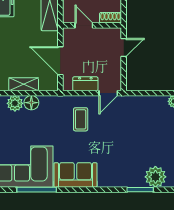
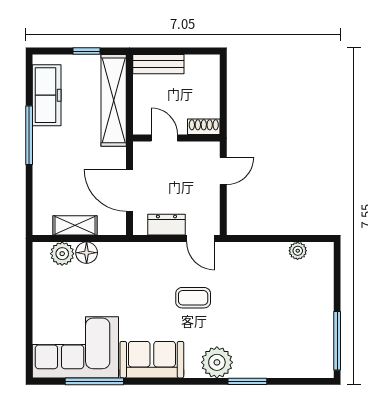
door: (108, 93) -> (200, 239), hinge flipped
coffee table: (81, 119) -> (193, 298), moved, turned 90
plant: (155, 177) -> (217, 362), moved

